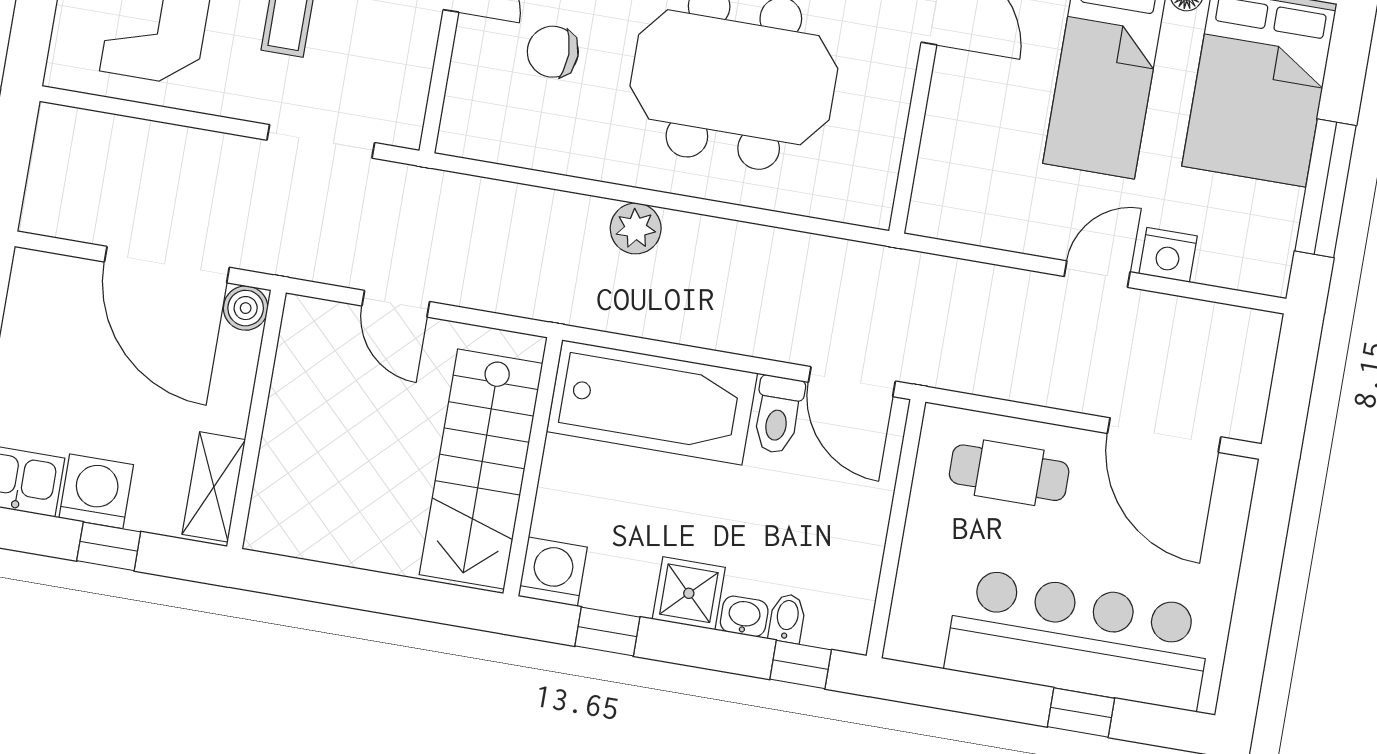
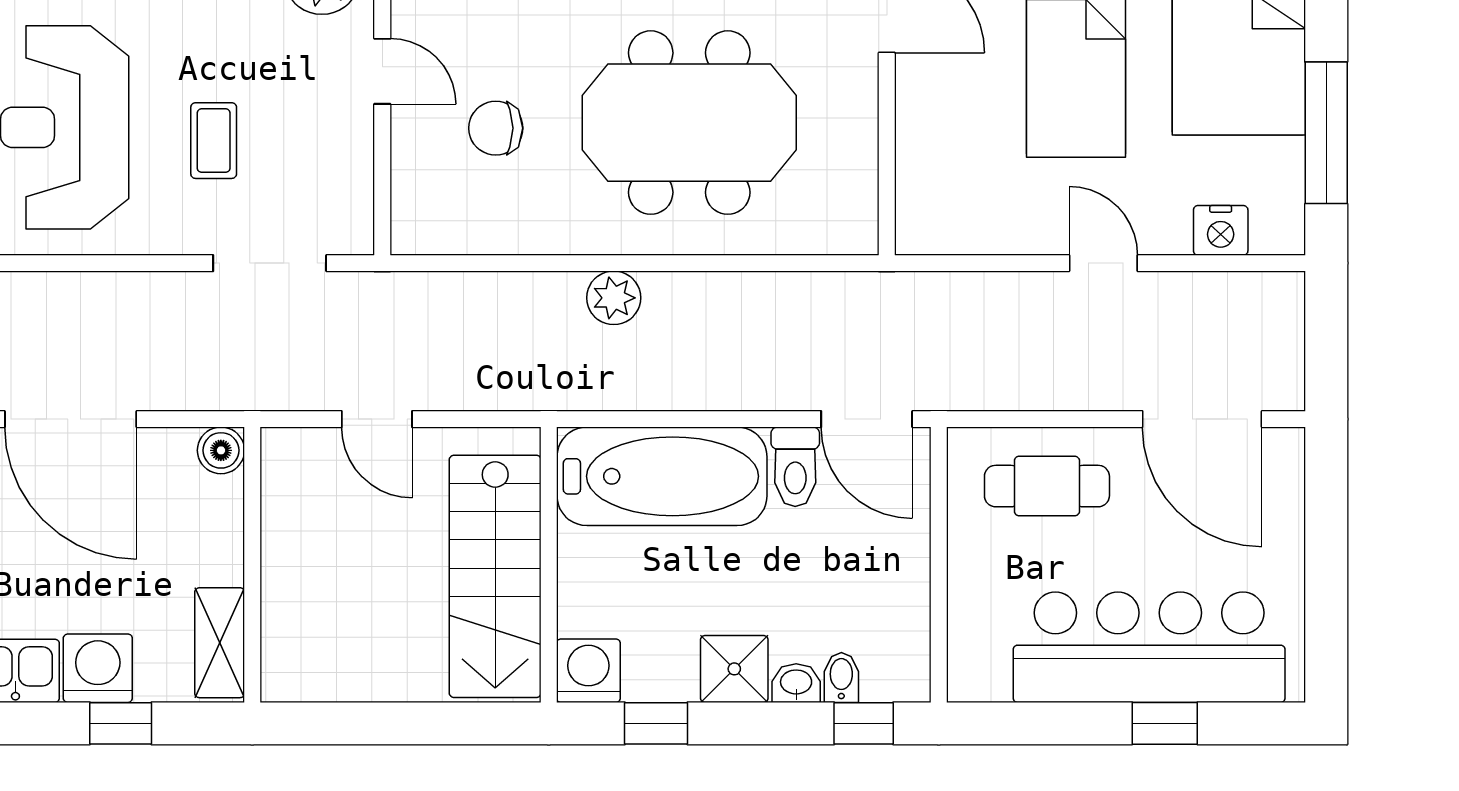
nightstand: (1168, 255) -> (1221, 230), moved
door: (167, 265) -> (71, 419), moved
door: (1097, 274) -> (1103, 263), hinge flipped

